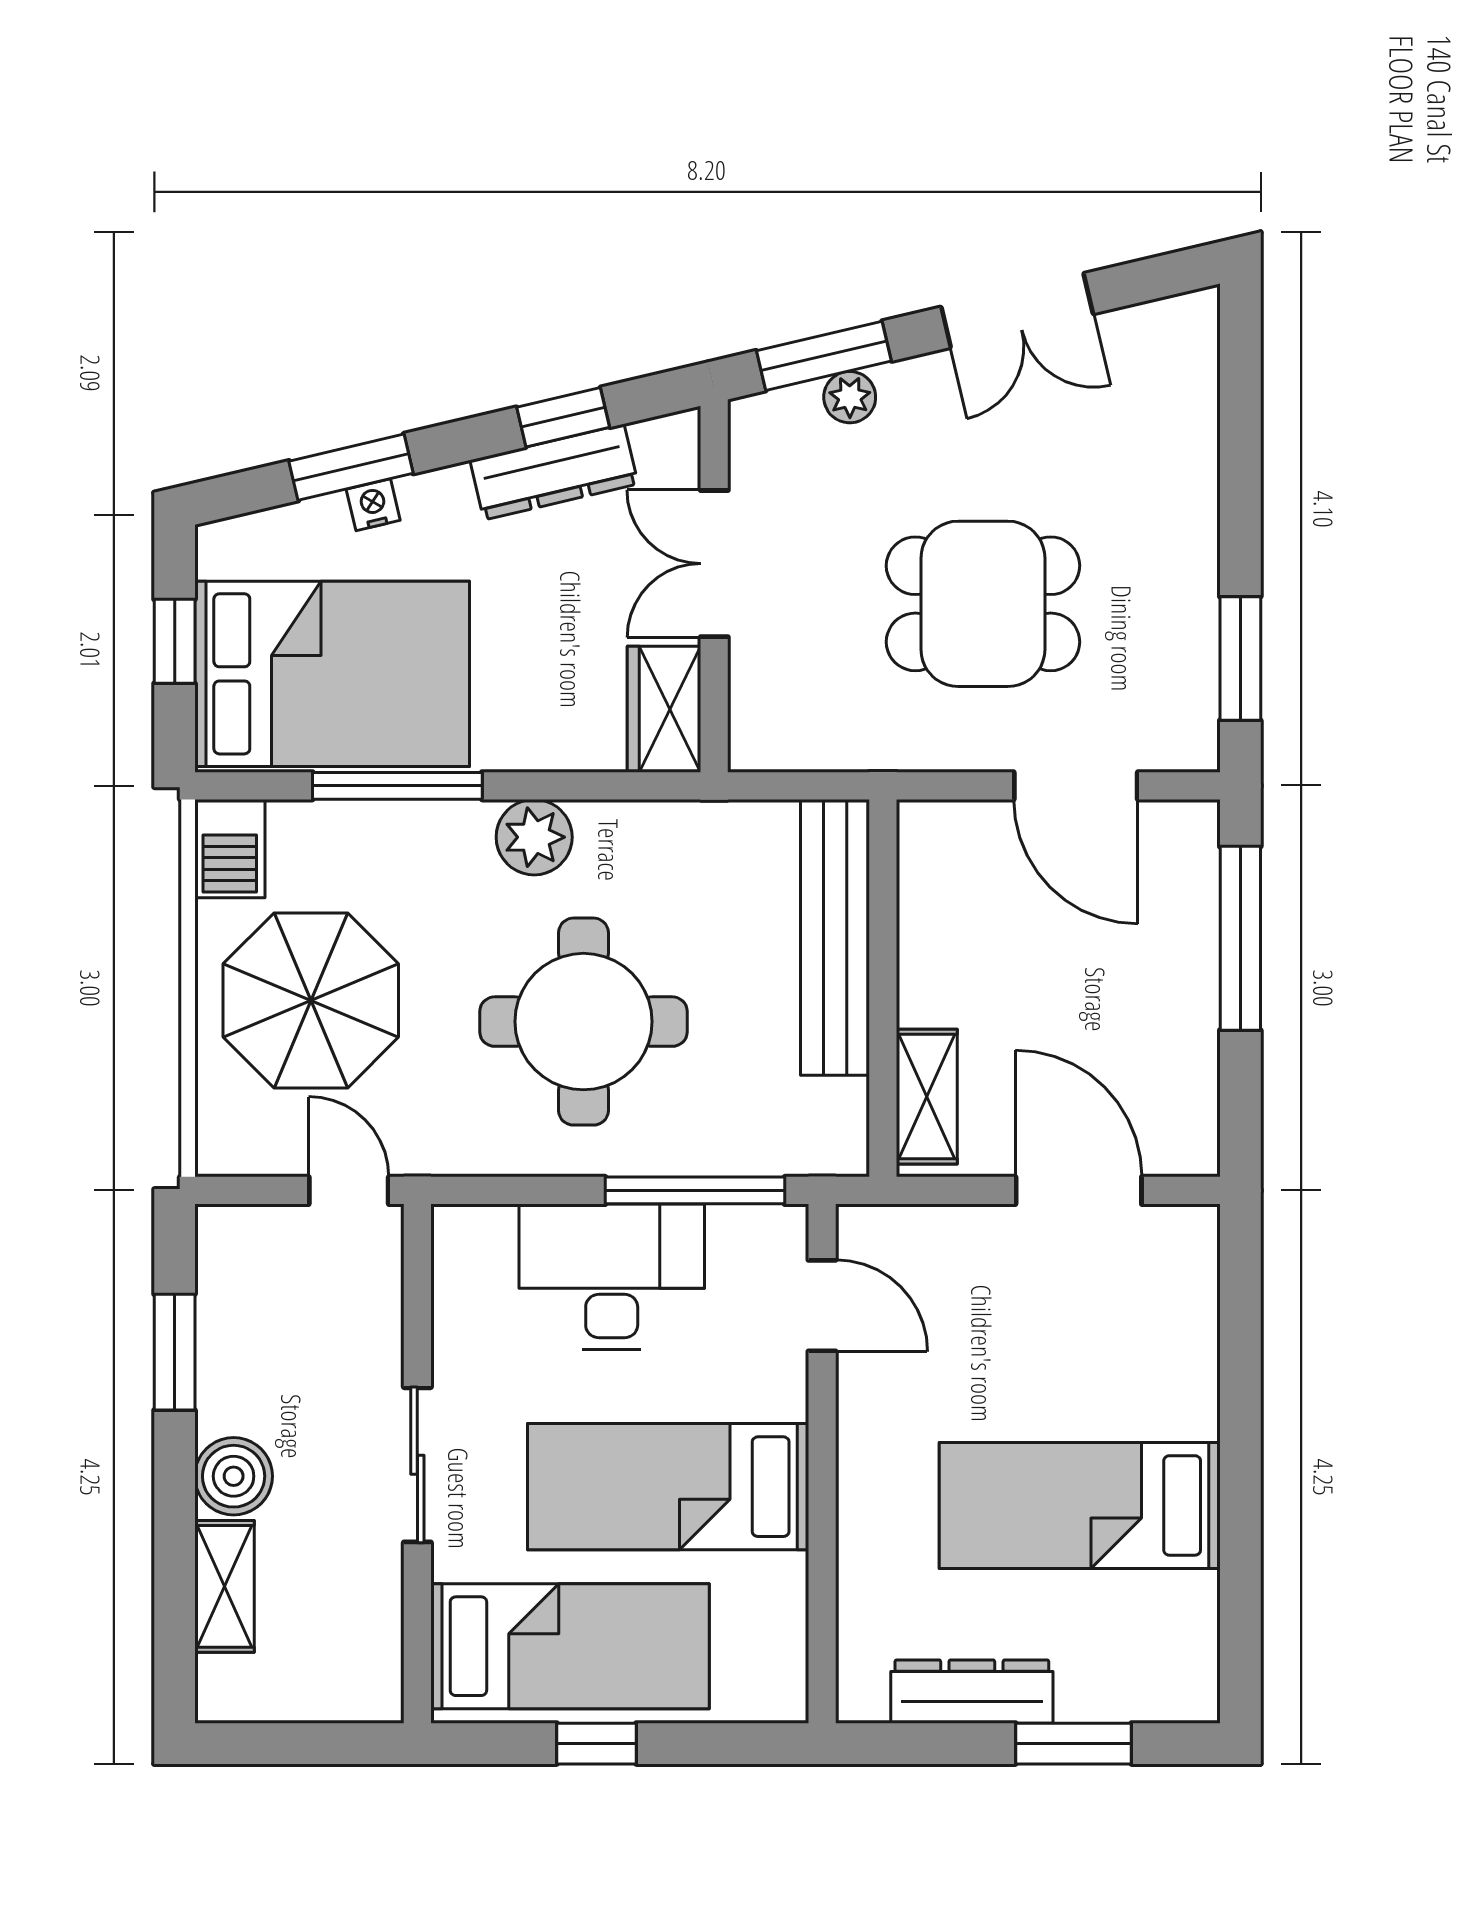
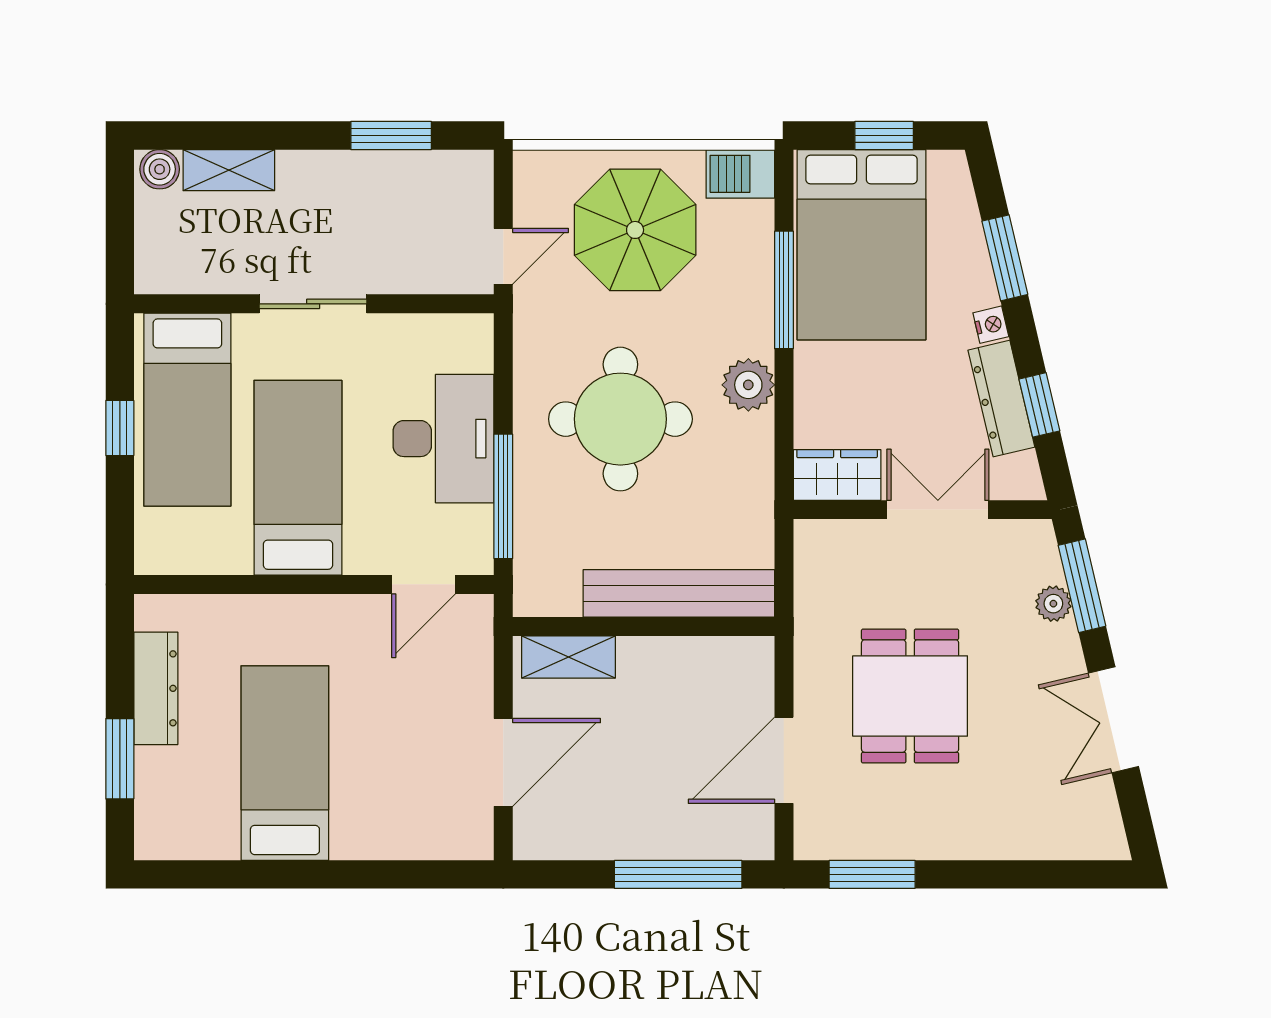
nightstand: (373, 505) -> (991, 325), moved
boiler: (234, 1476) -> (160, 169), moved, width x0.73, depth x0.73

